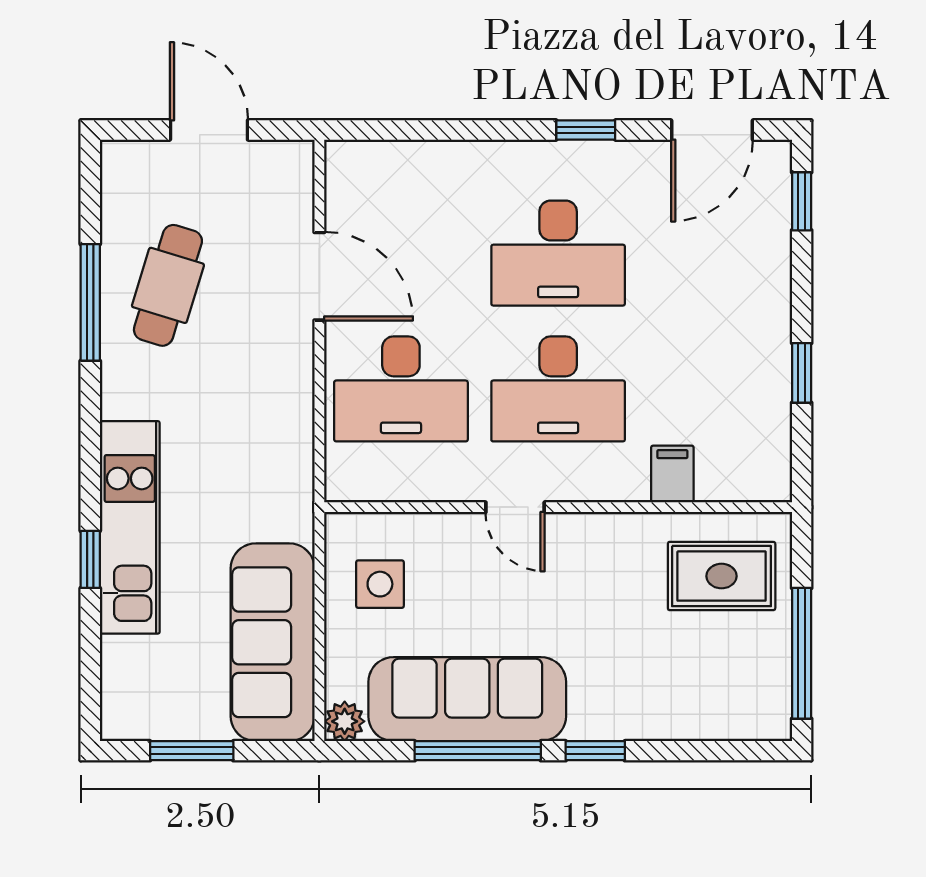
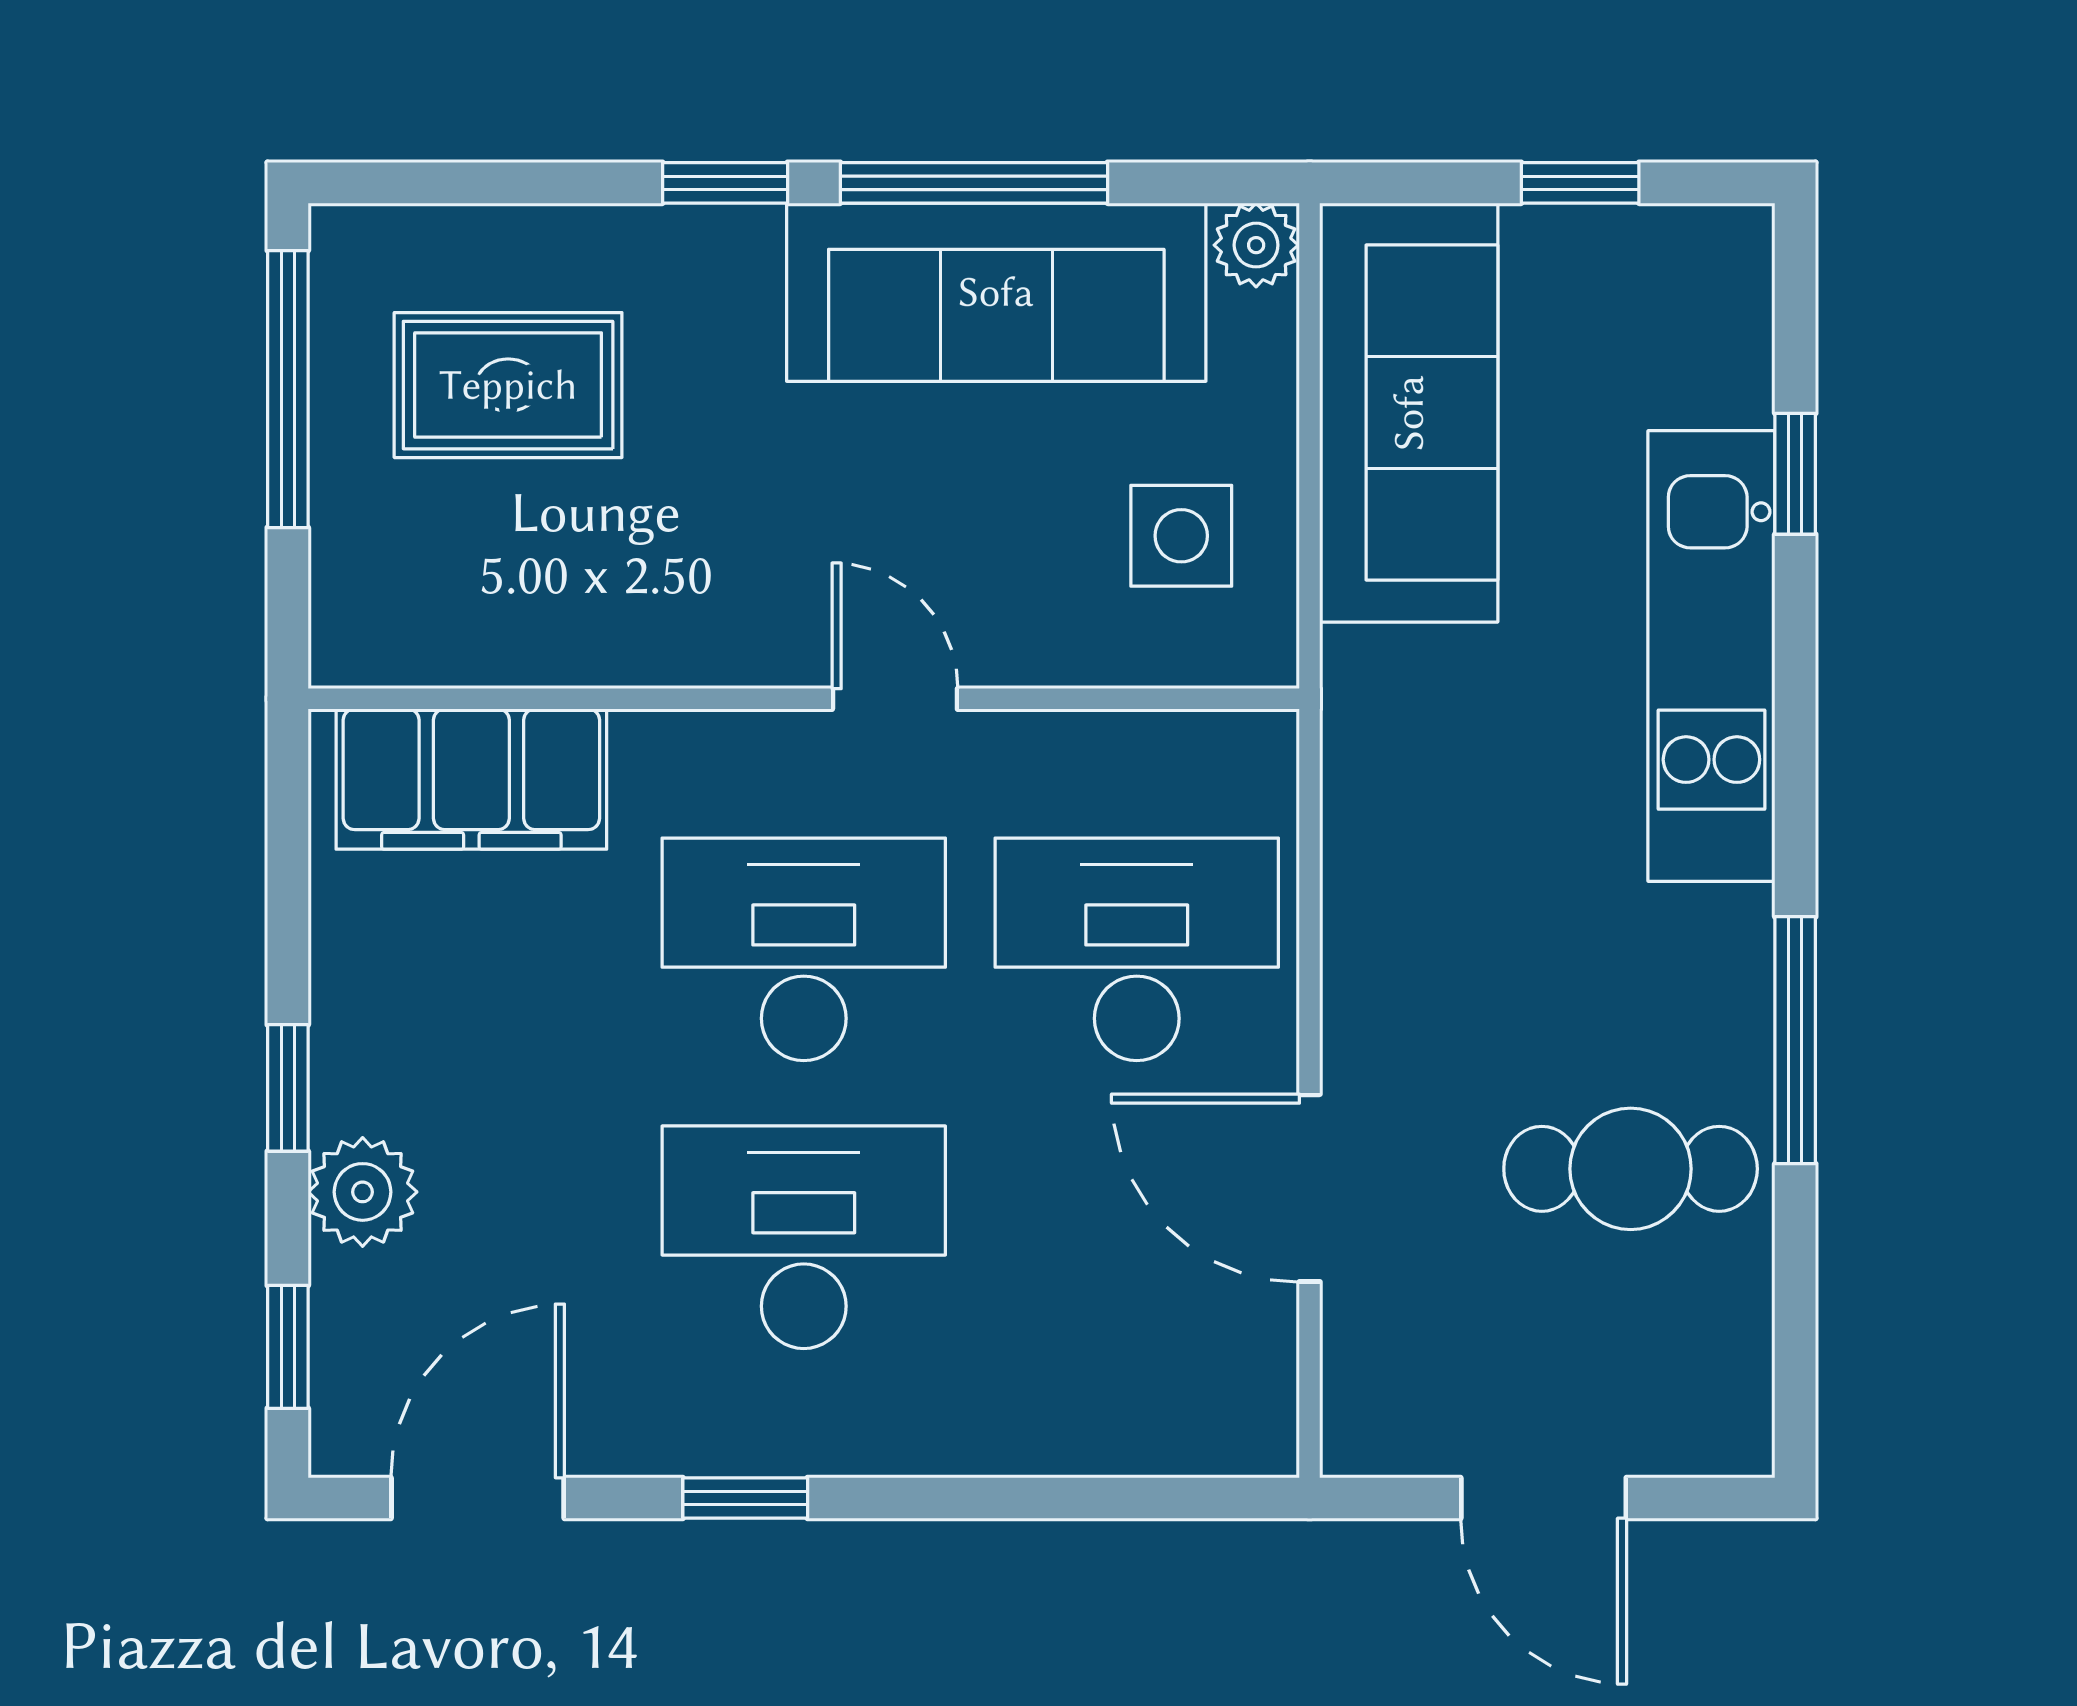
plant: (766, 274) -> (363, 1192), added
cafe table: (168, 285) -> (1631, 1169), turned 73
window: (90, 302) -> (1795, 1040), moved
window: (802, 373) -> (288, 1088), moved
filing cabinet: (672, 474) -> (471, 779), width x3.00, depth x1.17
window: (90, 559) -> (1795, 474), moved
rug: (722, 576) -> (508, 385), moved
window: (192, 751) -> (1580, 183), width x0.67

